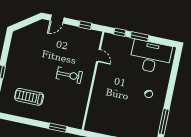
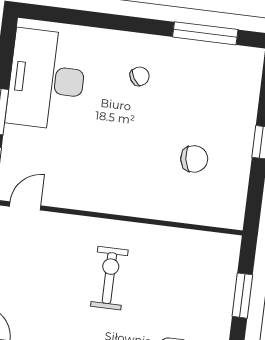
door: (98, 56) -> (25, 206), moved
chair: (114, 113) -> (194, 159), added

